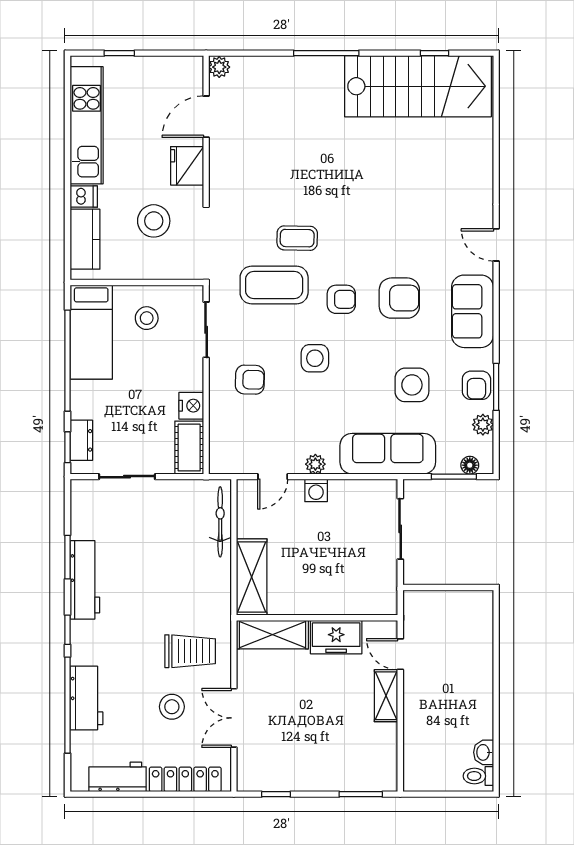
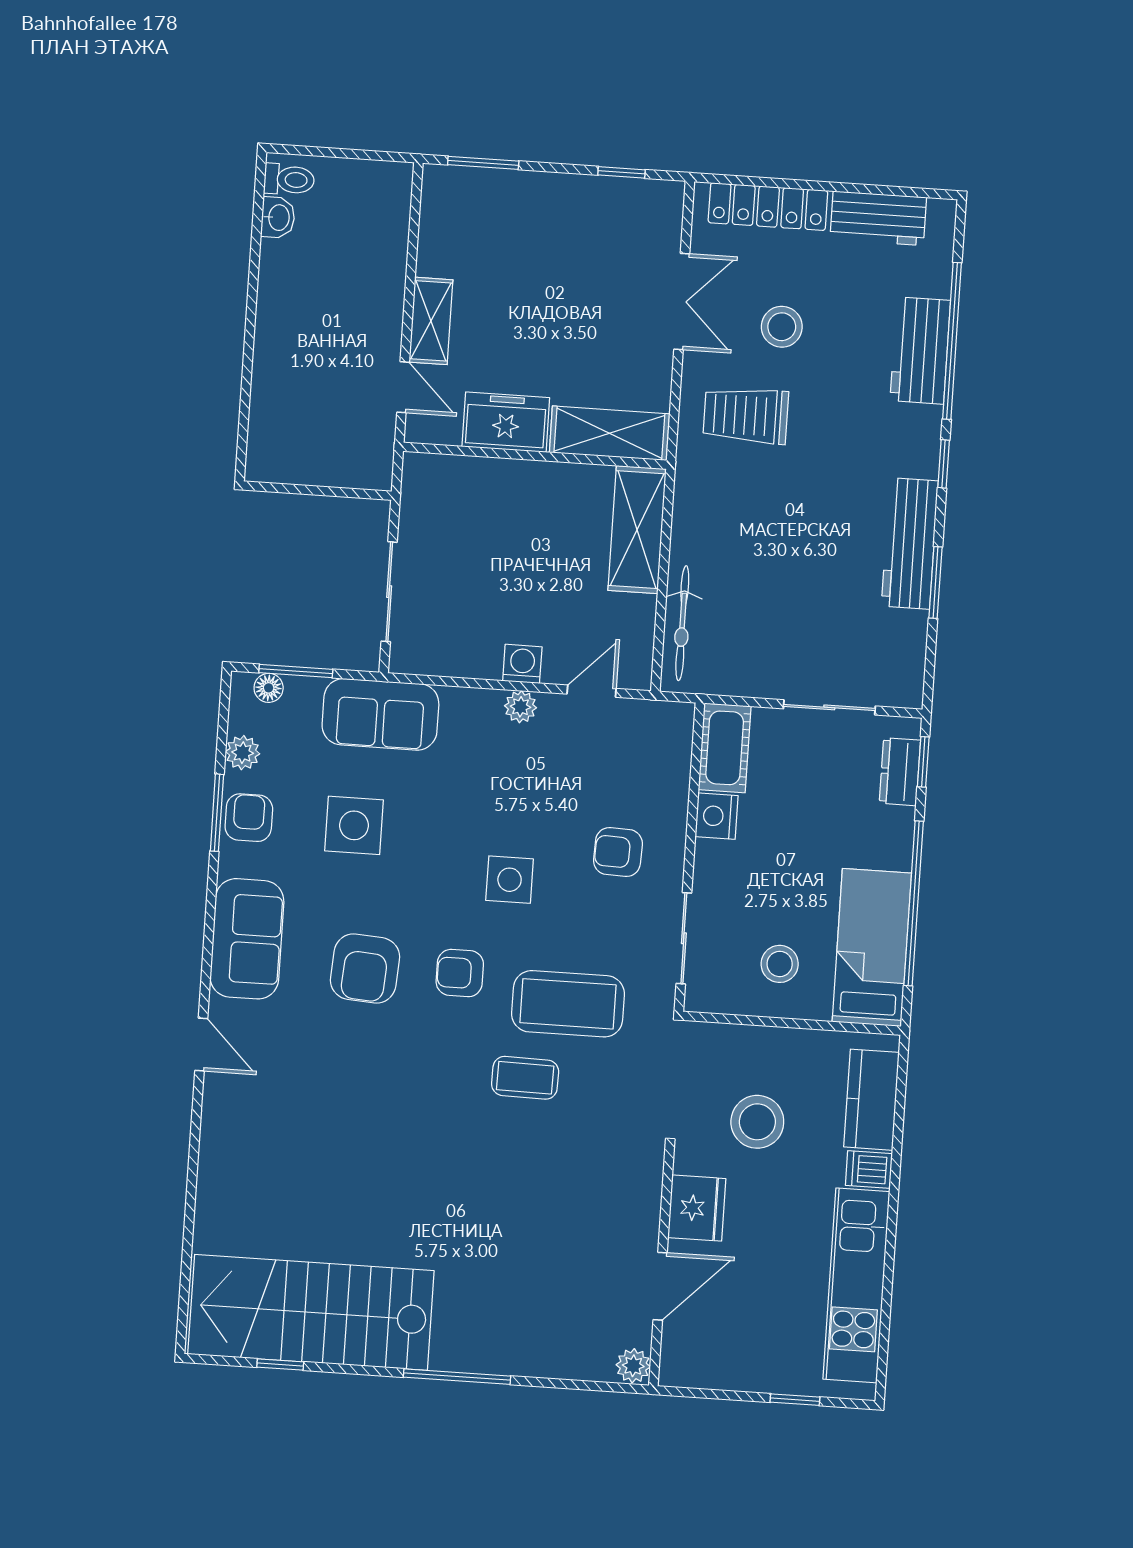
armchair: (399, 298) -> (365, 969), turned -86
sofa: (388, 454) -> (380, 714), width x0.73

